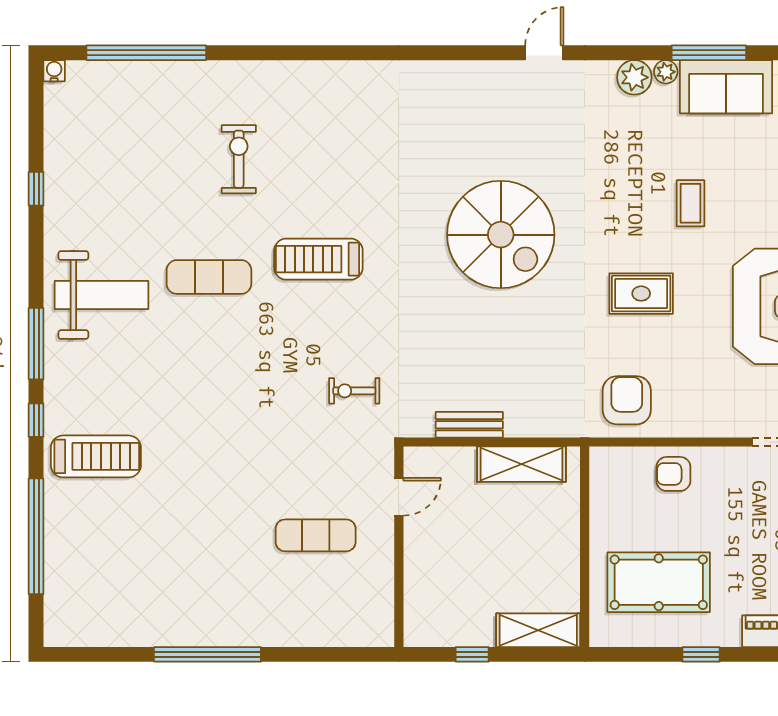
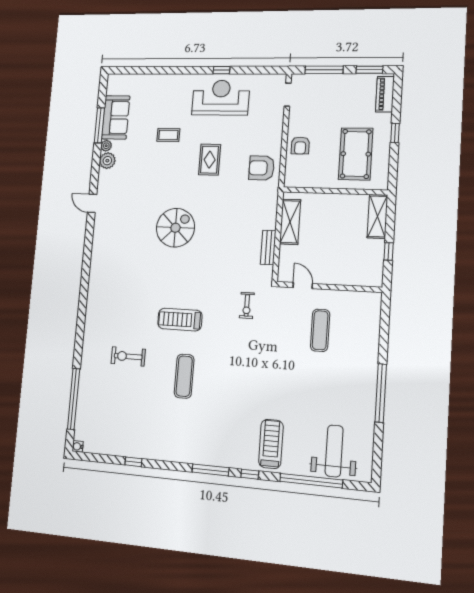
spiral stairs: (501, 235) -> (175, 228), width x0.73, depth x0.73
treadmill: (318, 259) -> (180, 320), turned 90
weight bench: (102, 295) -> (334, 451), moved

